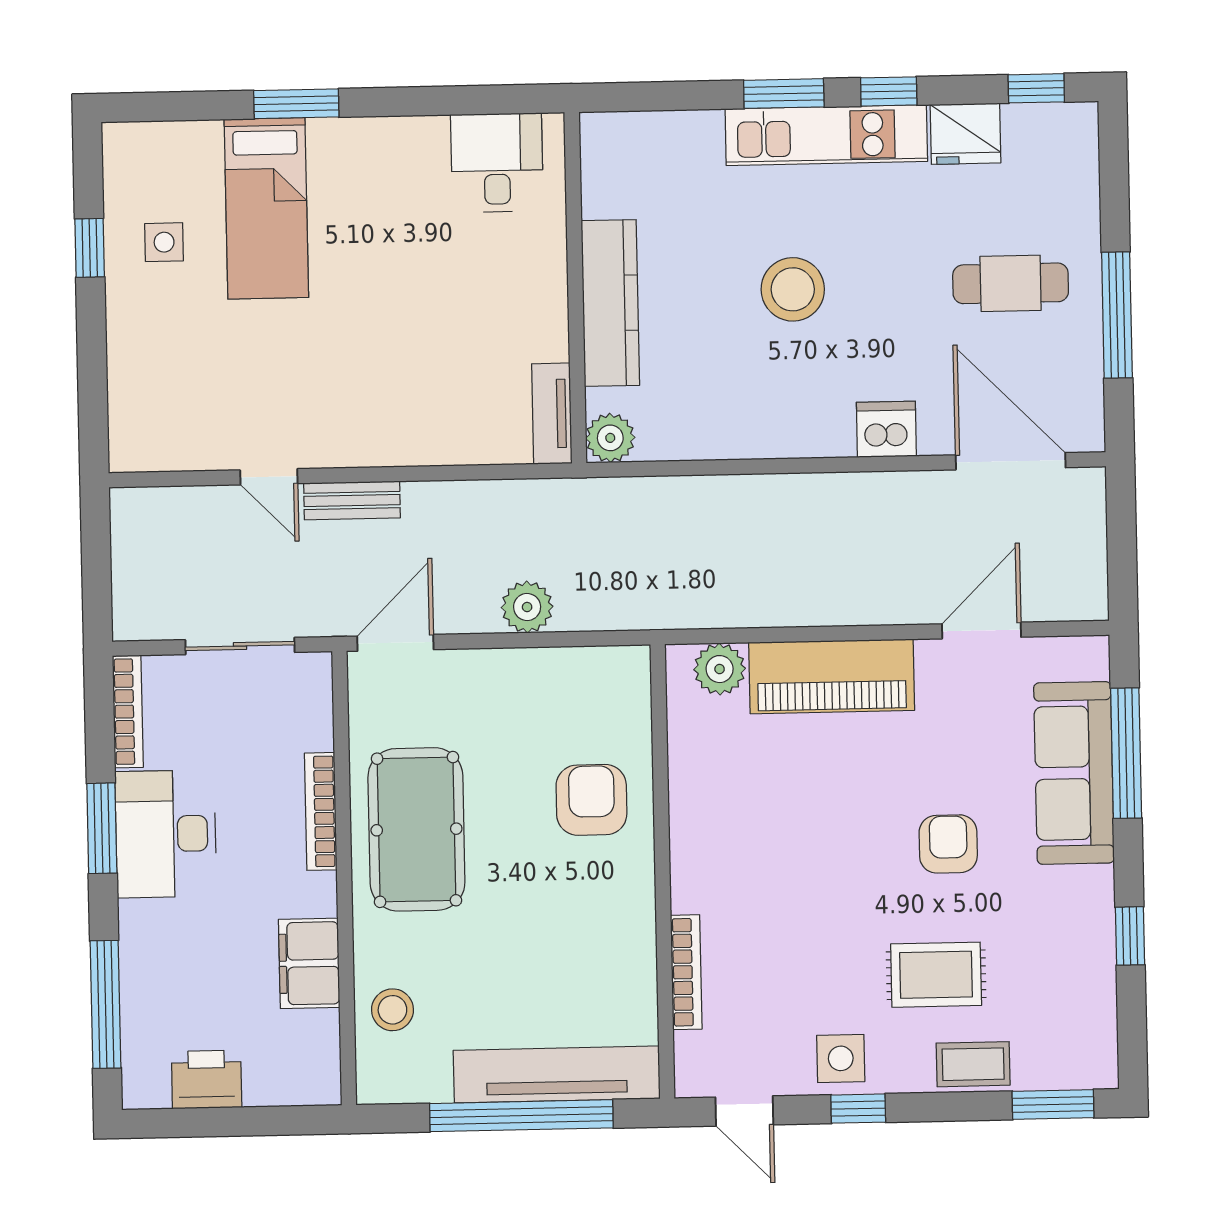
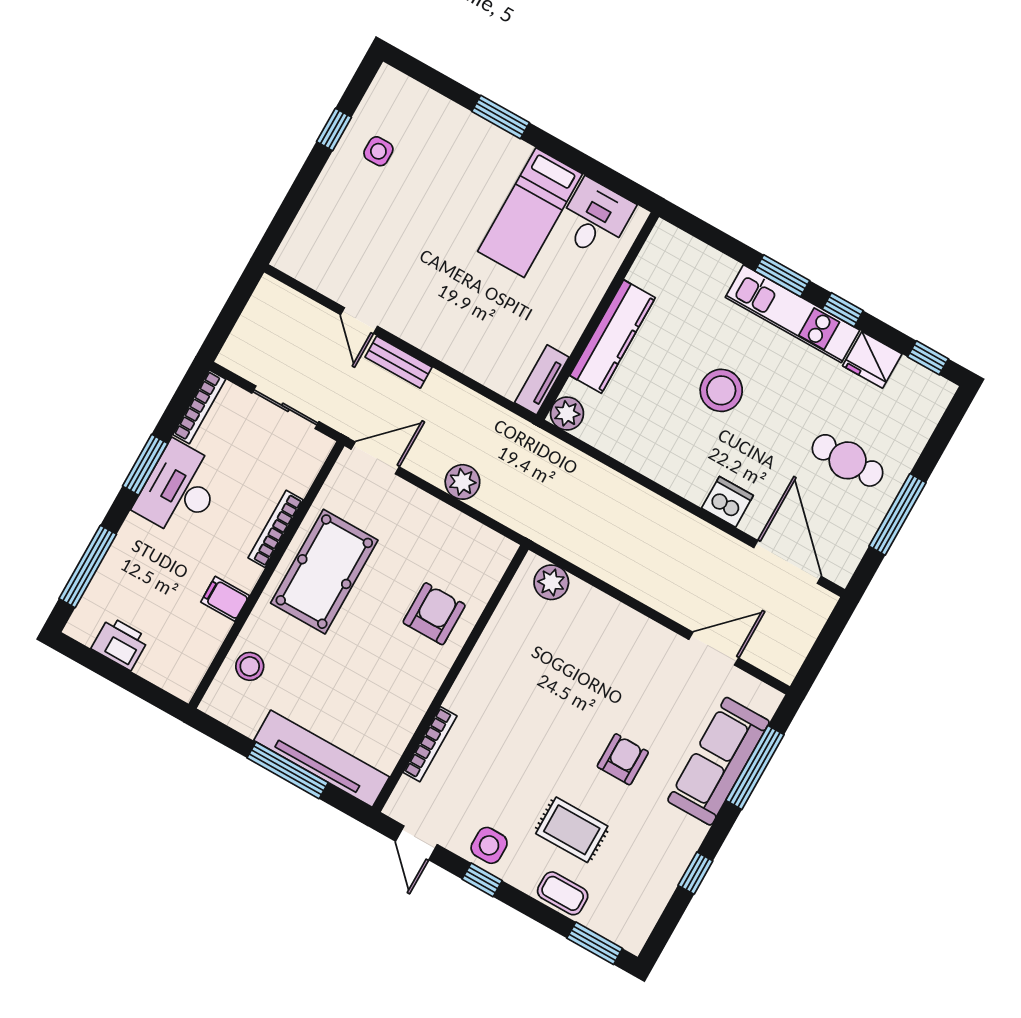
bed: (266, 208) -> (530, 213), moved
piano: (832, 676) -> (613, 624), removed
filing cabinet: (309, 963) -> (225, 599), width x0.50
window: (521, 1116) -> (288, 770), width x0.68

